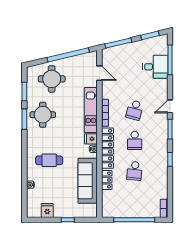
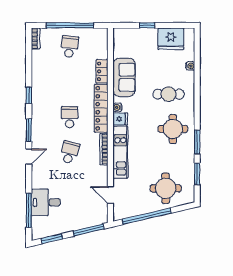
round table: (43, 115) -> (173, 129), moved
school desk: (135, 171) -> (70, 47), moved
sofa: (88, 181) -> (124, 77), width x0.73
fridge: (47, 211) -> (171, 39), width x1.88, depth x1.34

